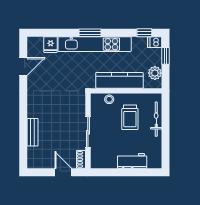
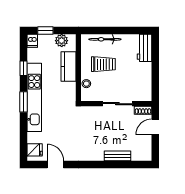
window: (144, 33) -> (23, 68), moved
fridge: (51, 45) -> (35, 150), moved
kitchen counter: (119, 80) -> (68, 66), width x0.67
workbench: (132, 161) -> (144, 48), moved

